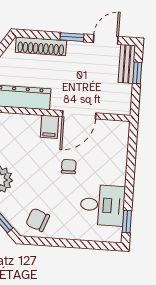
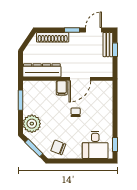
desk: (103, 205) -> (95, 145), moved, turned 90

